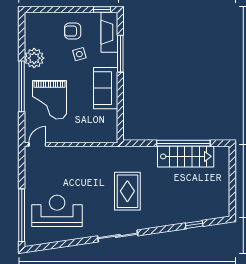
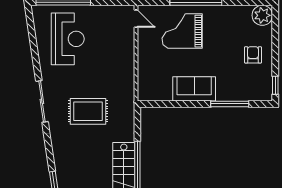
fireplace: (109, 32) -> (252, 93), removed
side table: (79, 54) -> (229, 62), removed
plant: (34, 58) -> (262, 15), moved

